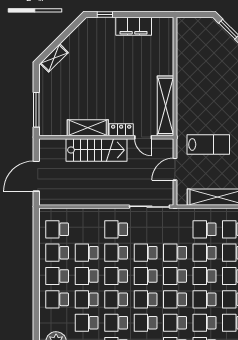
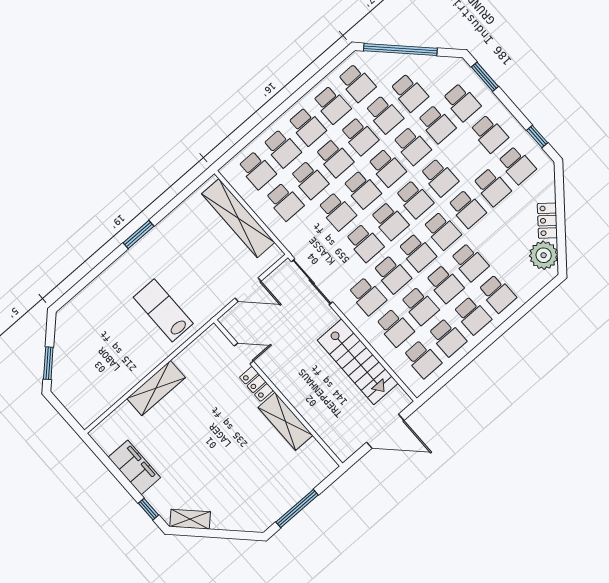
shelving: (54, 58) -> (190, 519), moved
shelving: (165, 106) -> (156, 388), moved, width x0.68
window: (36, 110) -> (297, 508), moved
door: (143, 137) -> (244, 353), hinge flipped
lab bench: (208, 144) -> (163, 310), moved
stairs: (97, 150) -> (358, 362), moved, turned 180
school desk: (87, 323) -> (395, 328), moved

